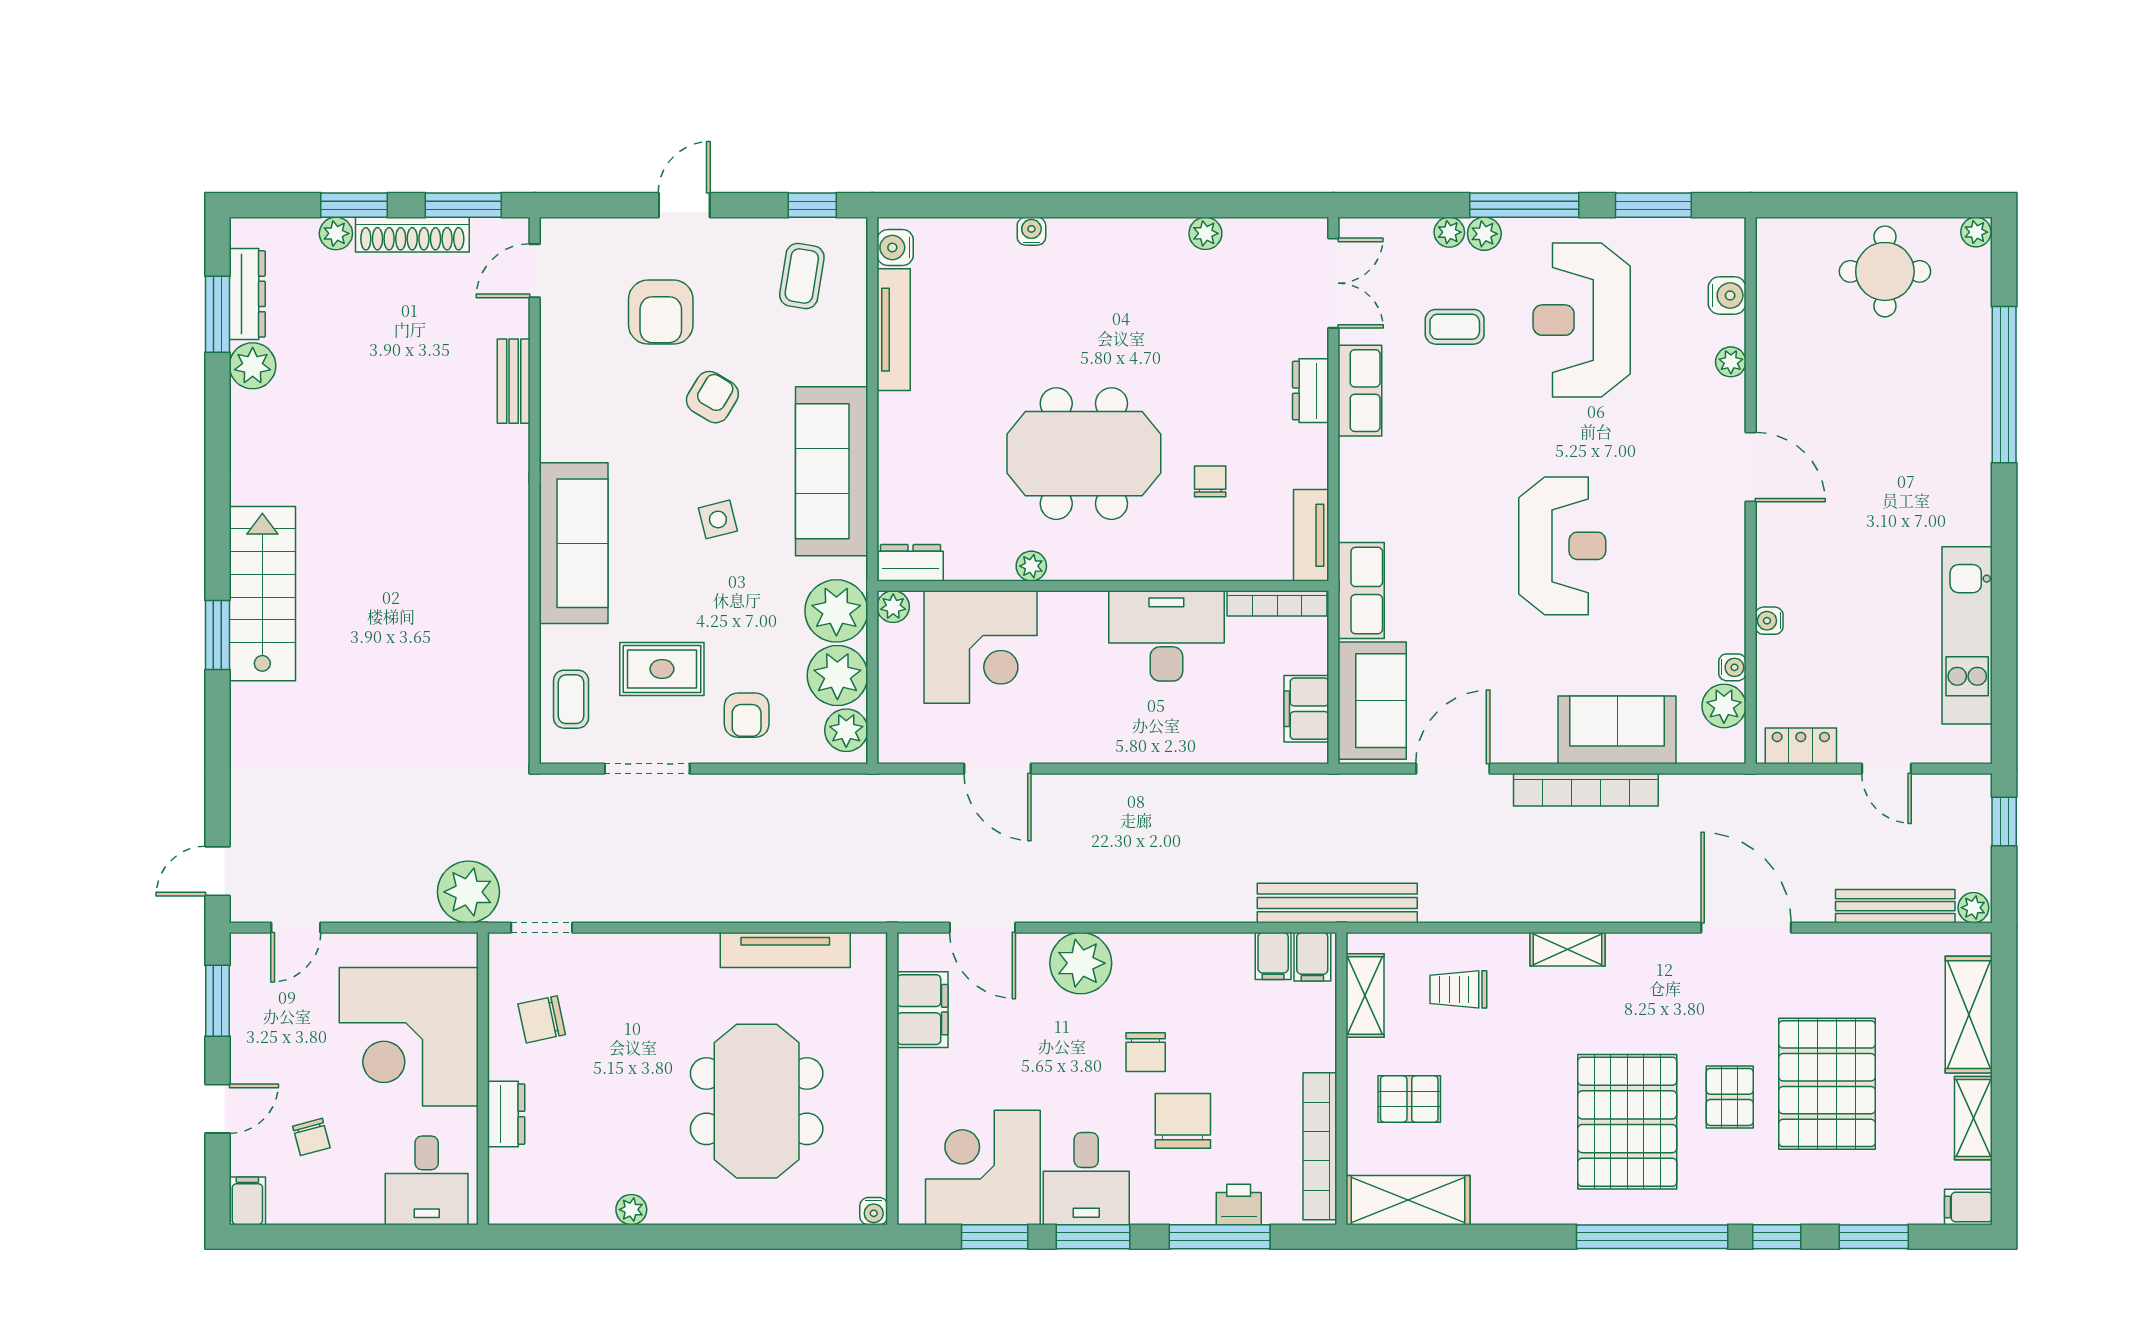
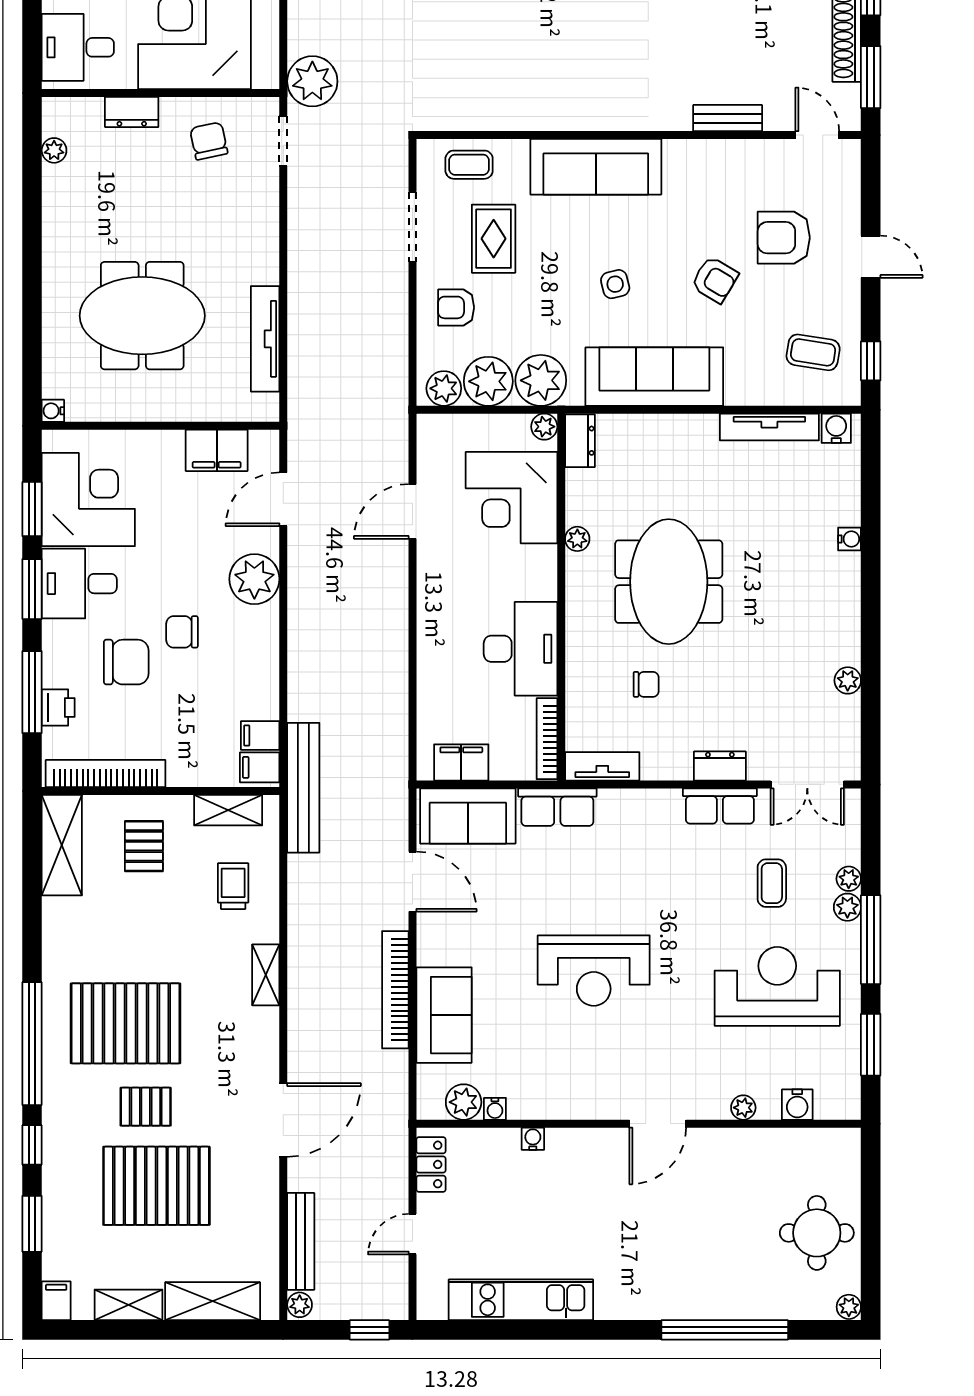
plant: (631, 1210) -> (54, 150), moved

